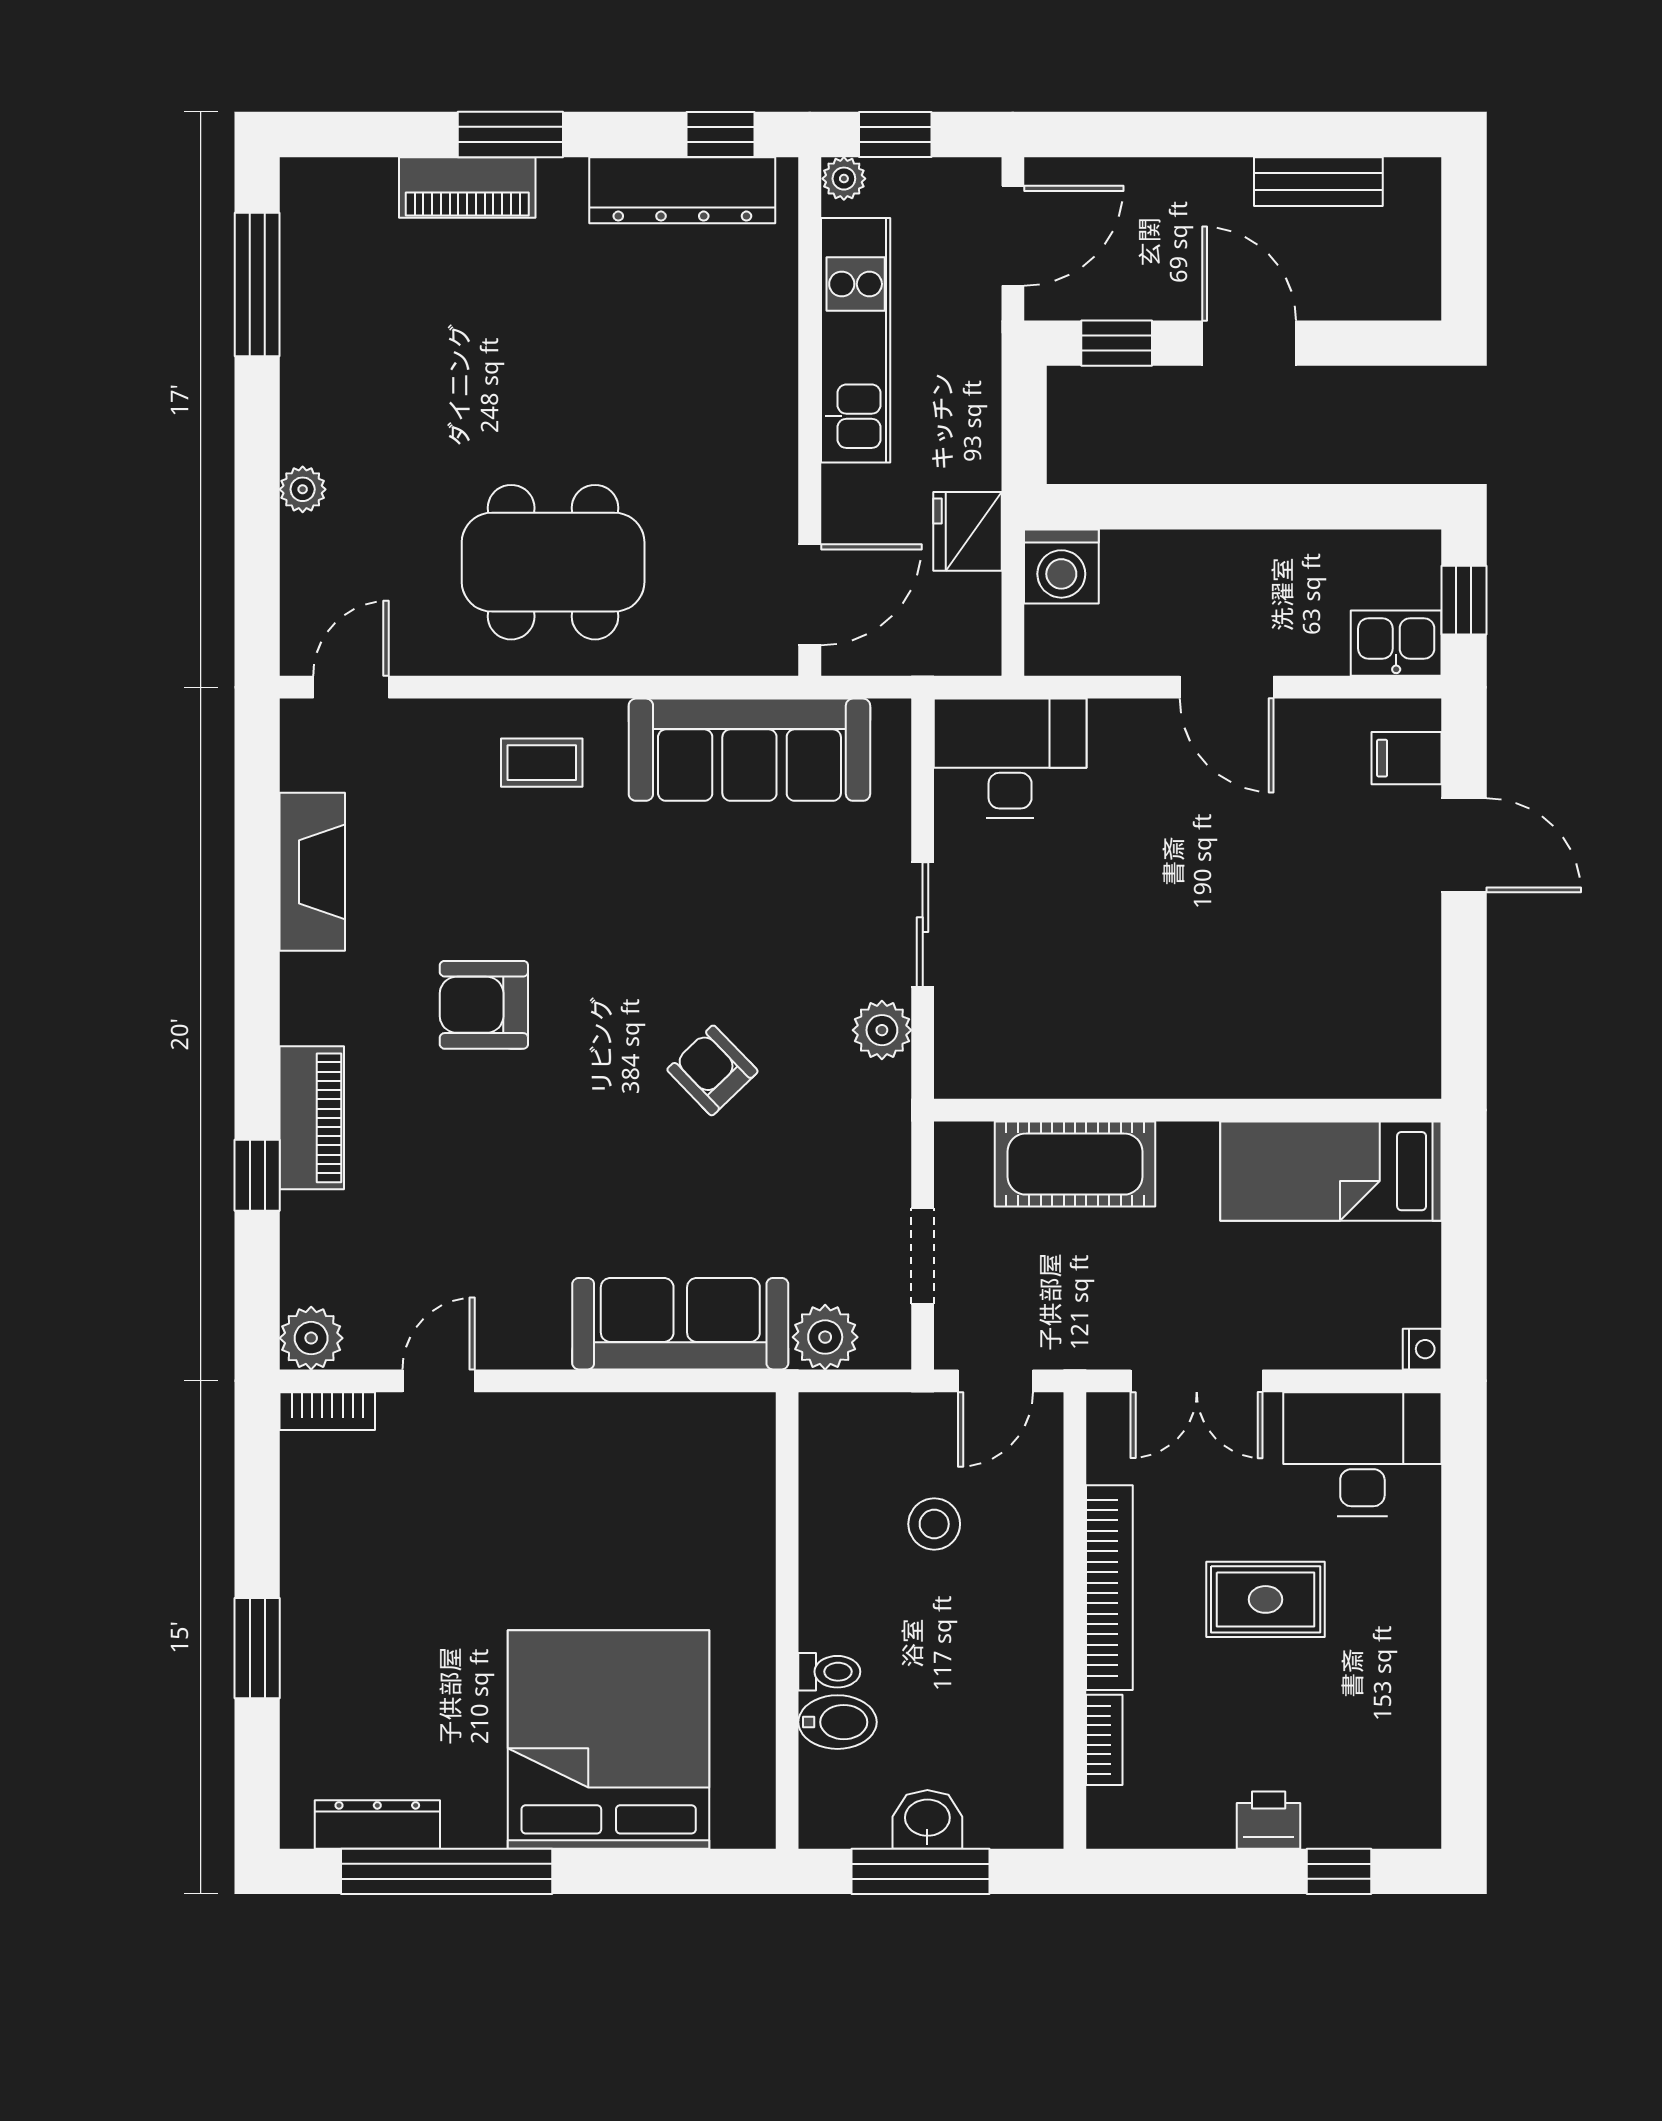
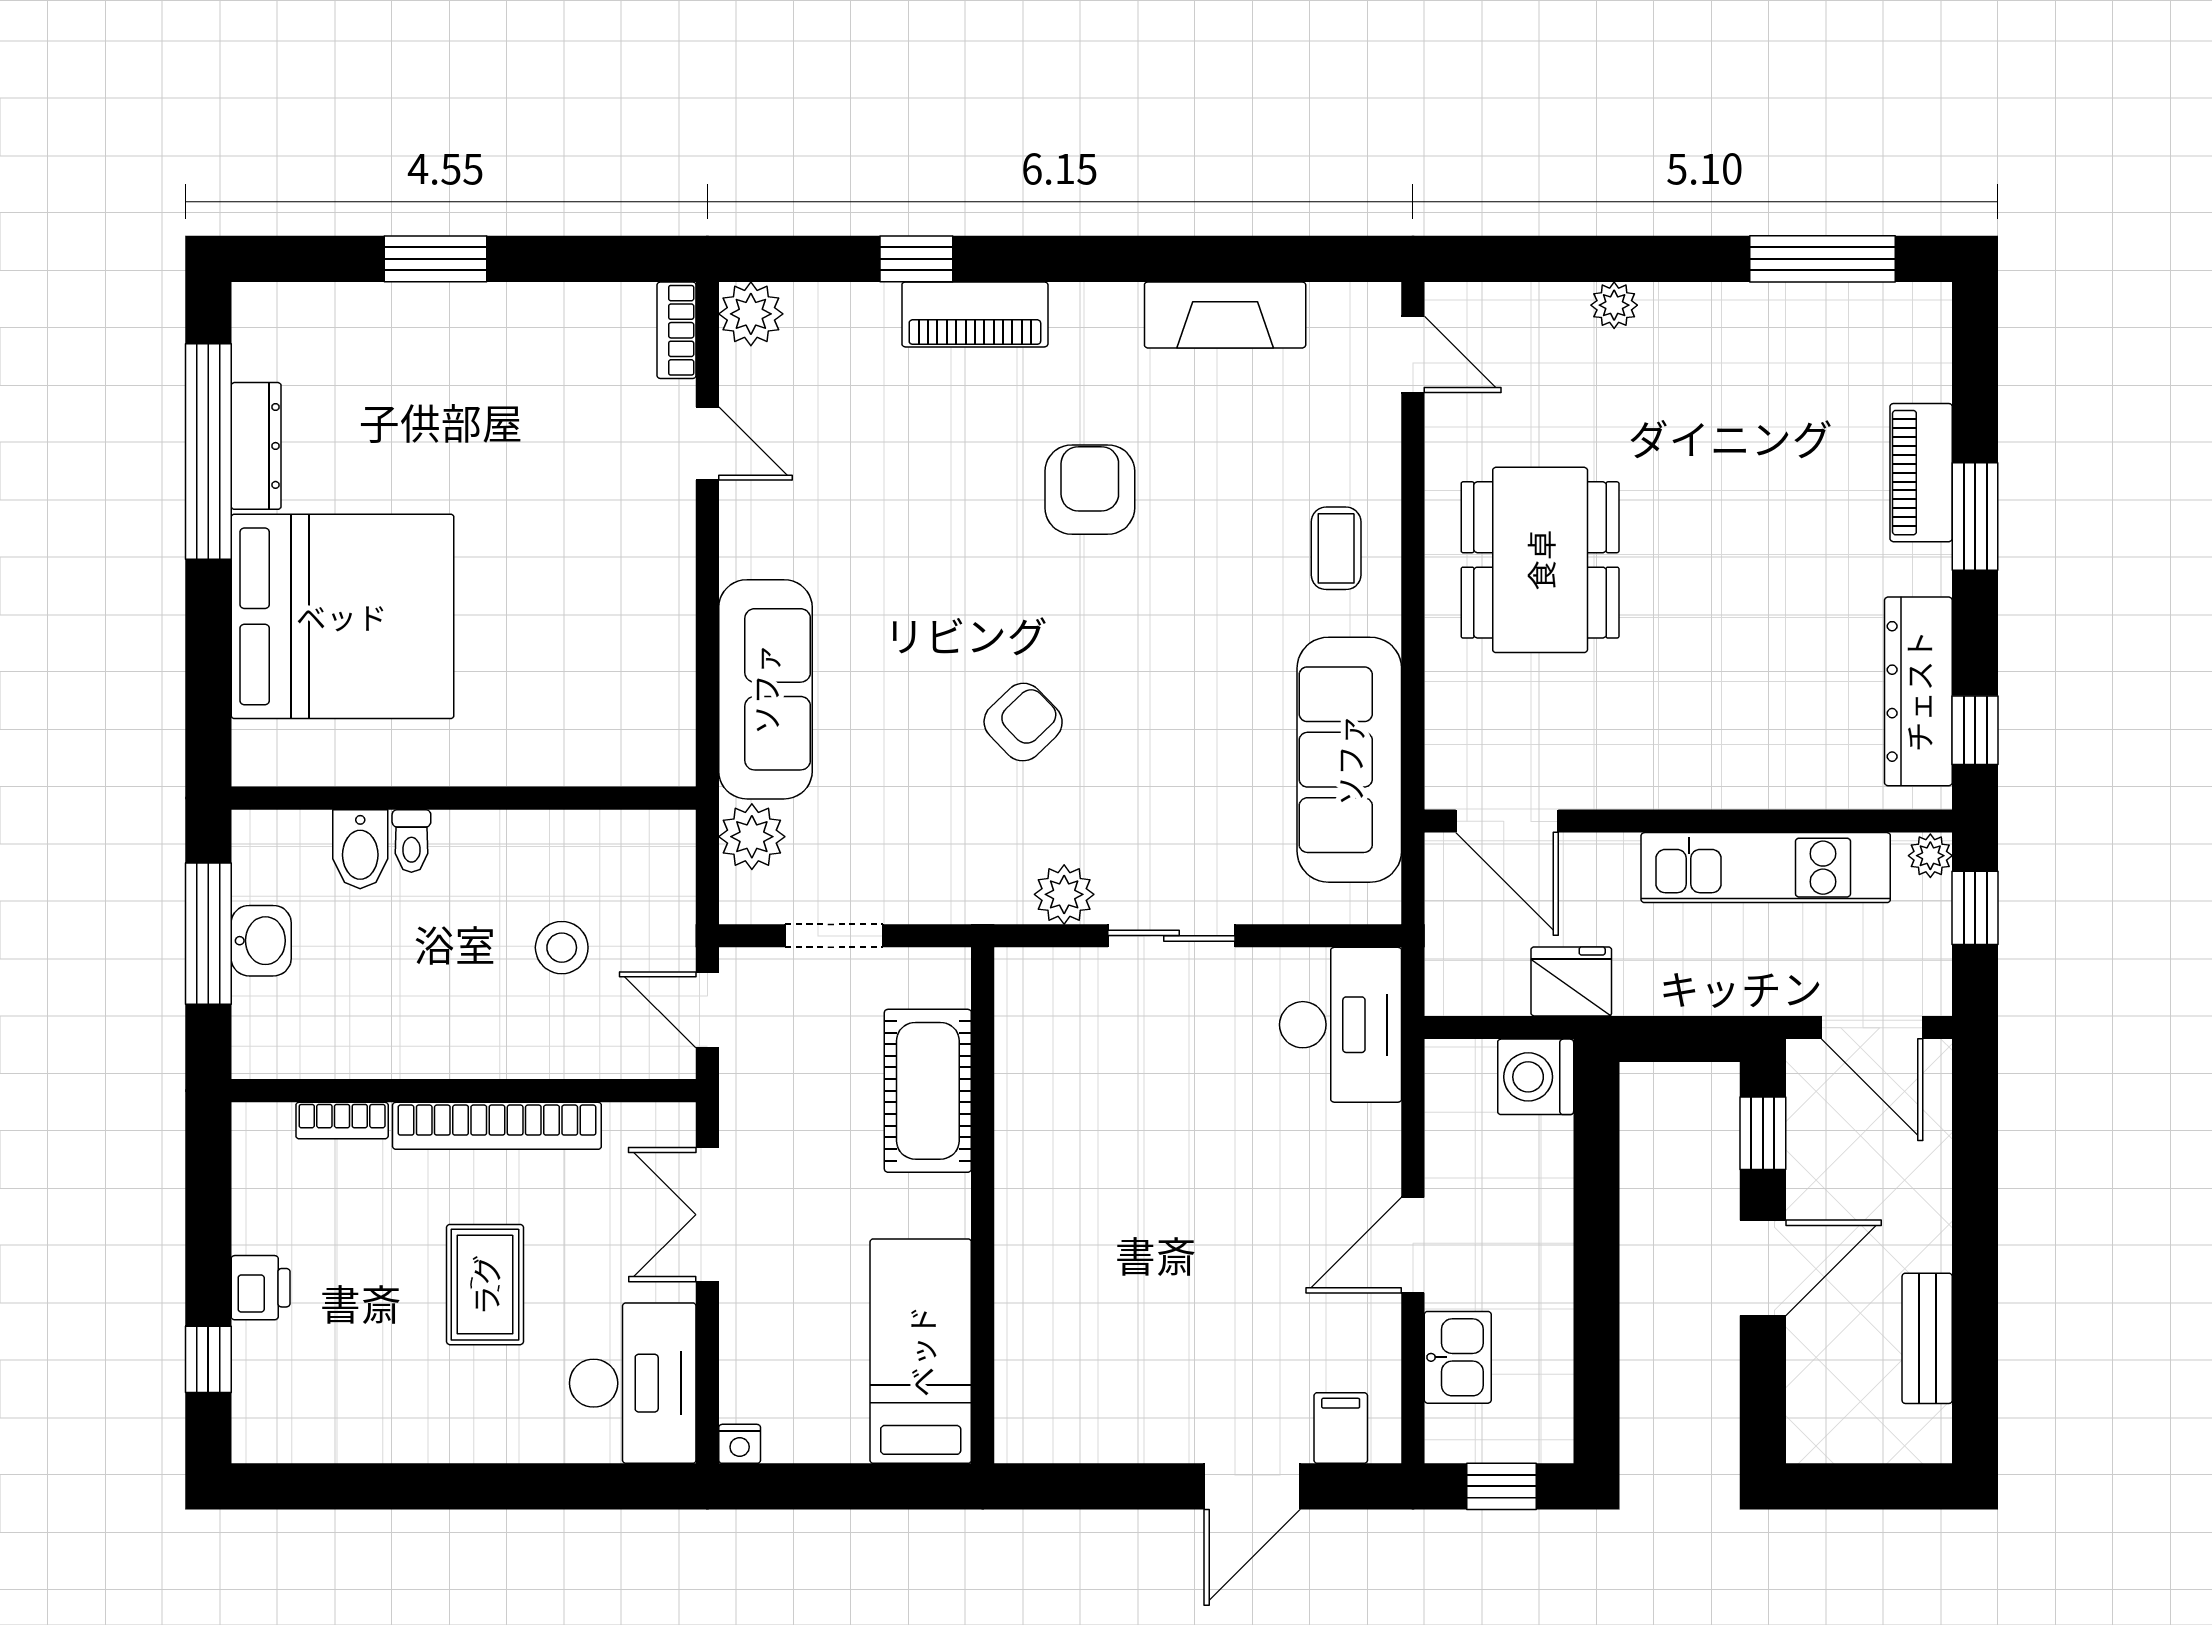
kitchen sink: (1396, 643) -> (1458, 1357), moved
dresser: (377, 1824) -> (256, 446), moved

